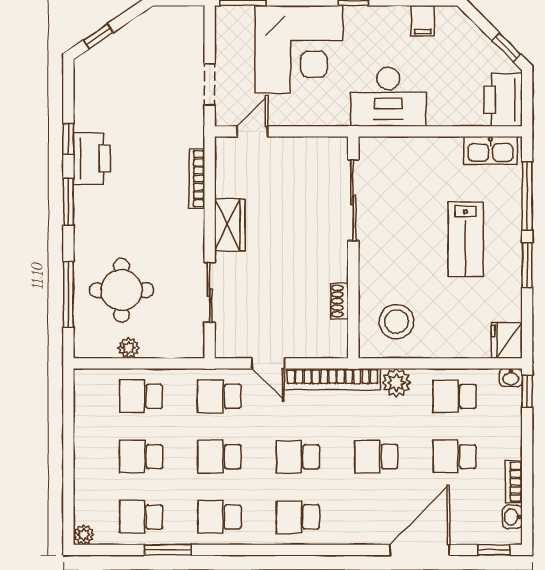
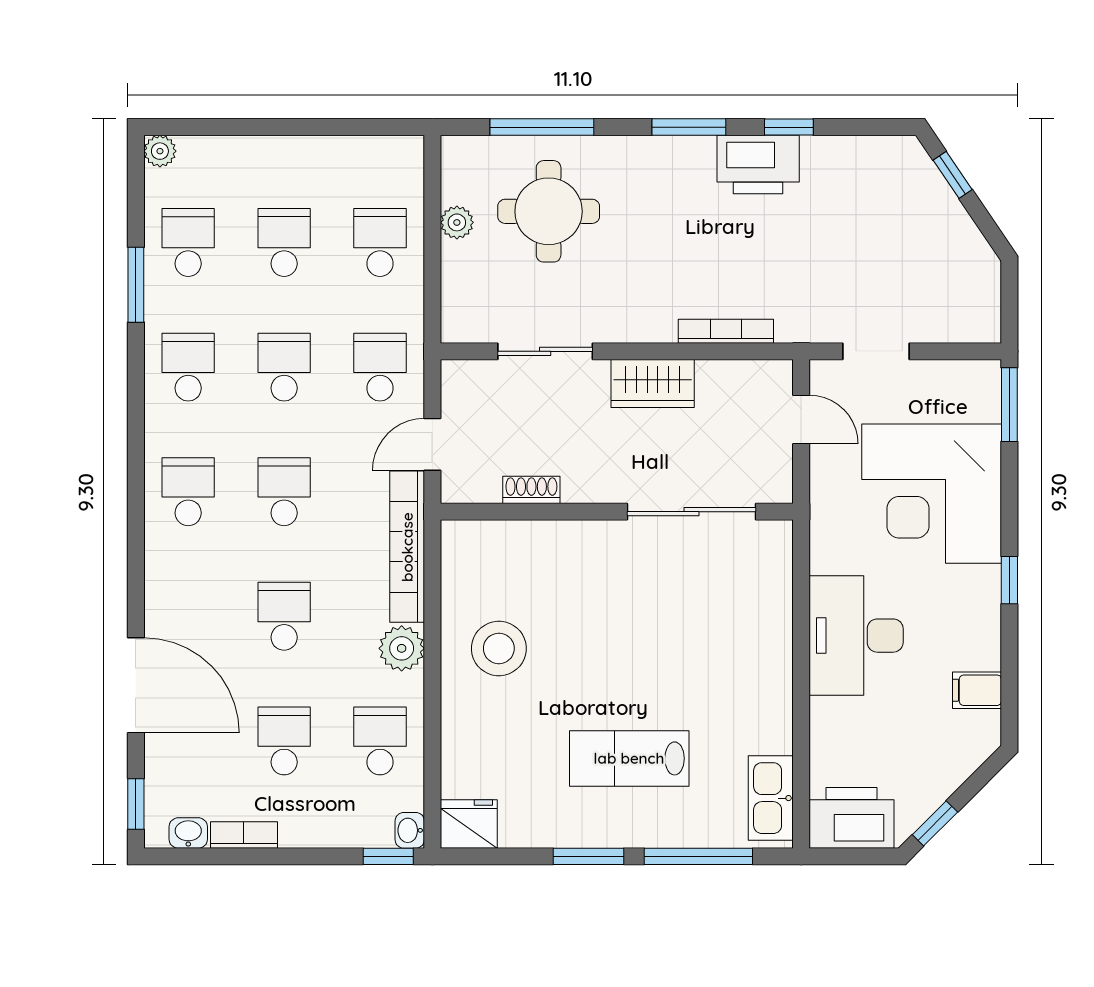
sliding door: (353, 200) -> (692, 512), moved
wall: (353, 247) -> (617, 512), moved
shoe rack: (340, 301) -> (531, 490), moved

